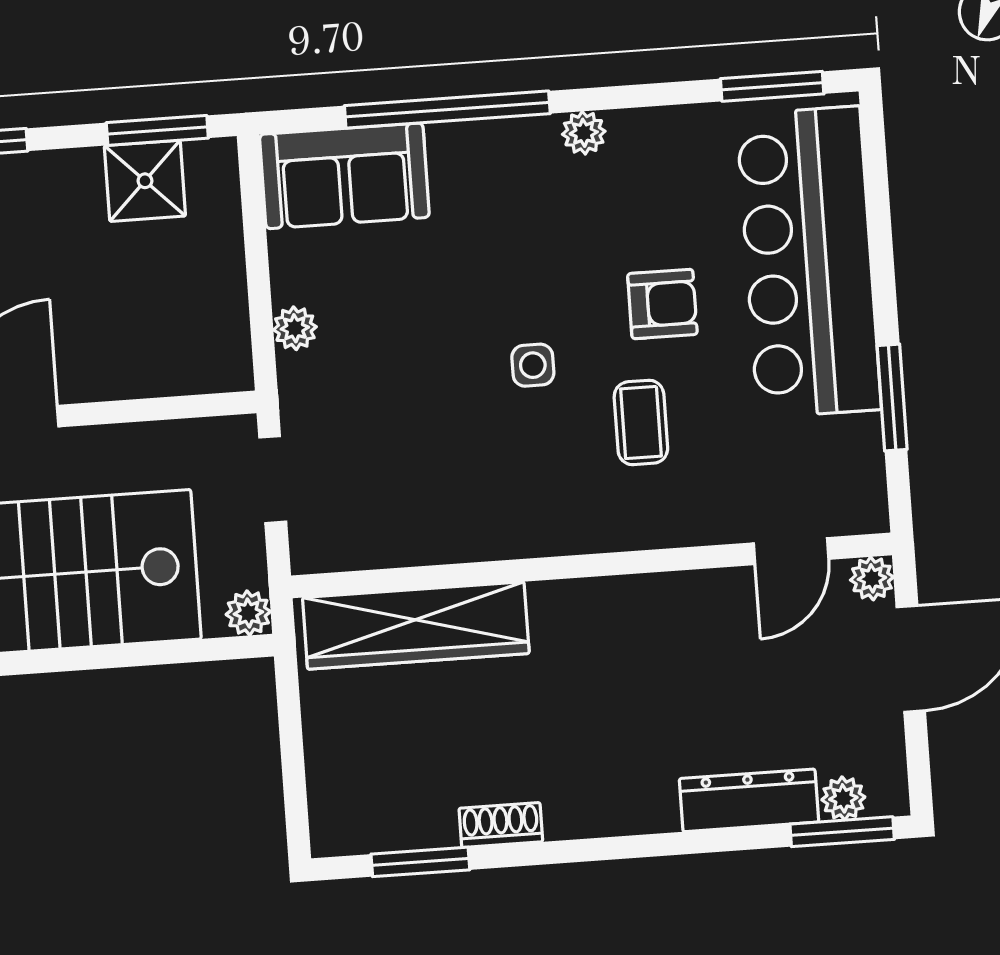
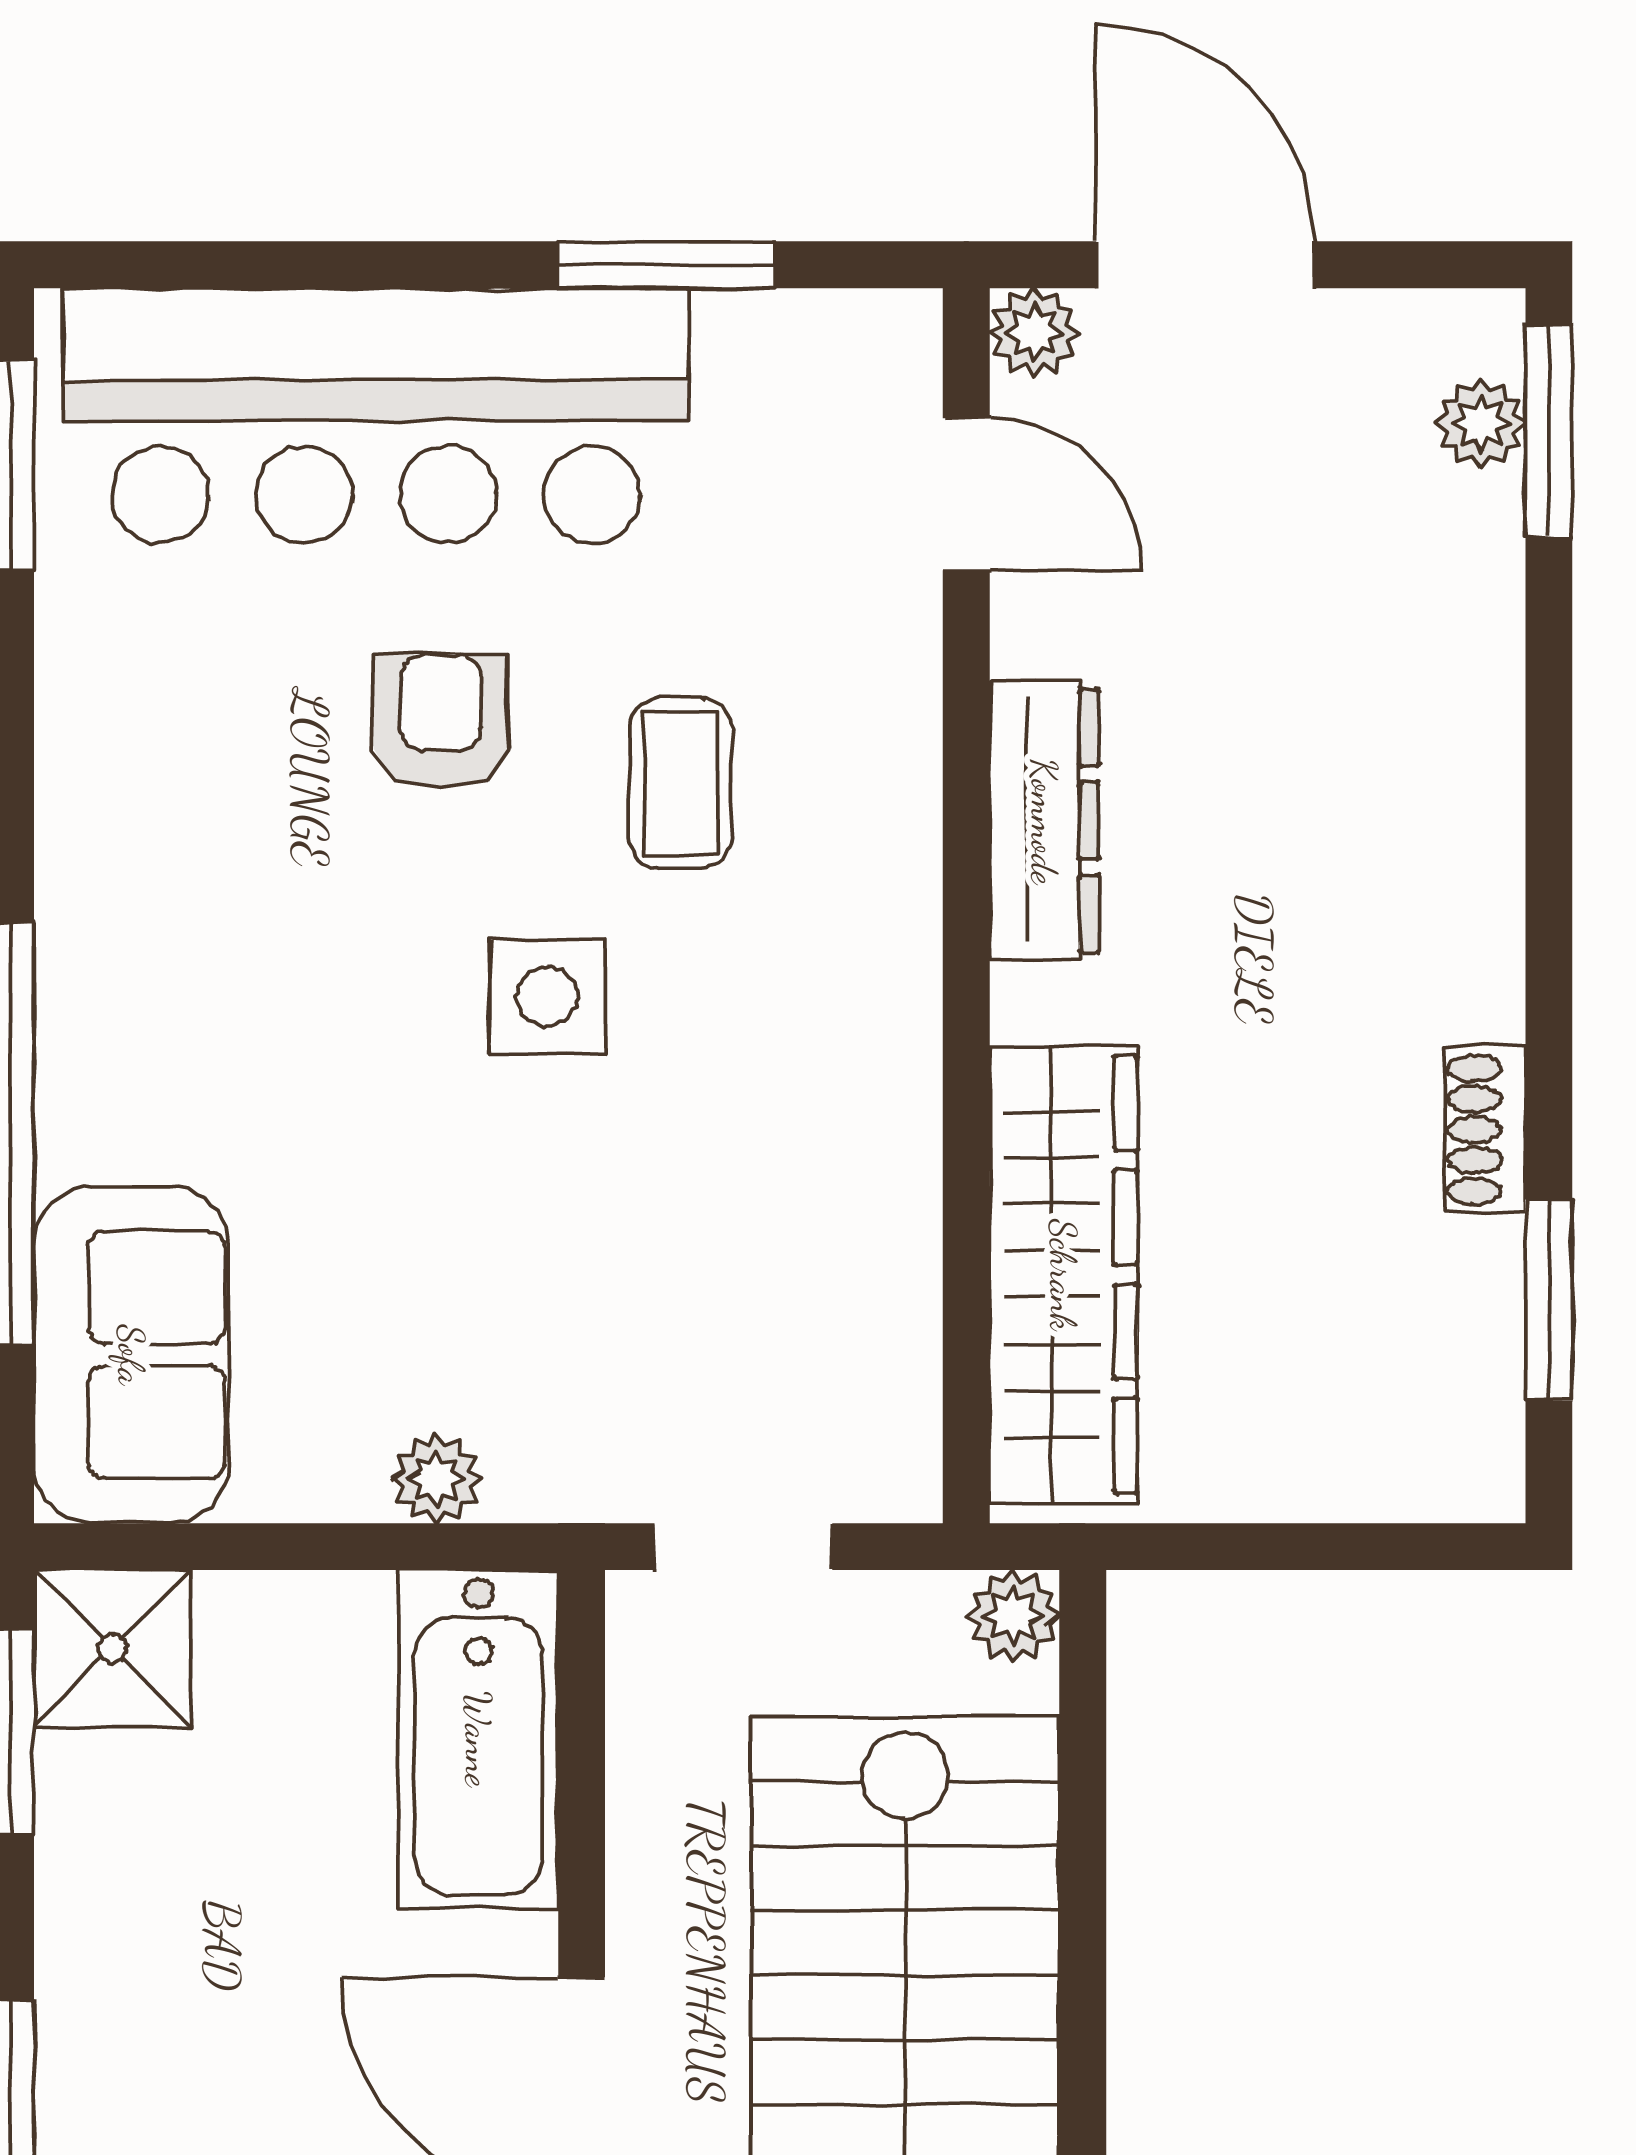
plant: (584, 133) -> (78, 858), removed
shower: (145, 181) -> (112, 1648), moved
bathtub: (170, 358) -> (478, 1739), added
side table: (533, 365) -> (547, 996), width x1.37, depth x1.37
coffee table: (641, 422) -> (680, 783), turned 90
dresser: (749, 800) -> (1044, 821), moved, turned 180

